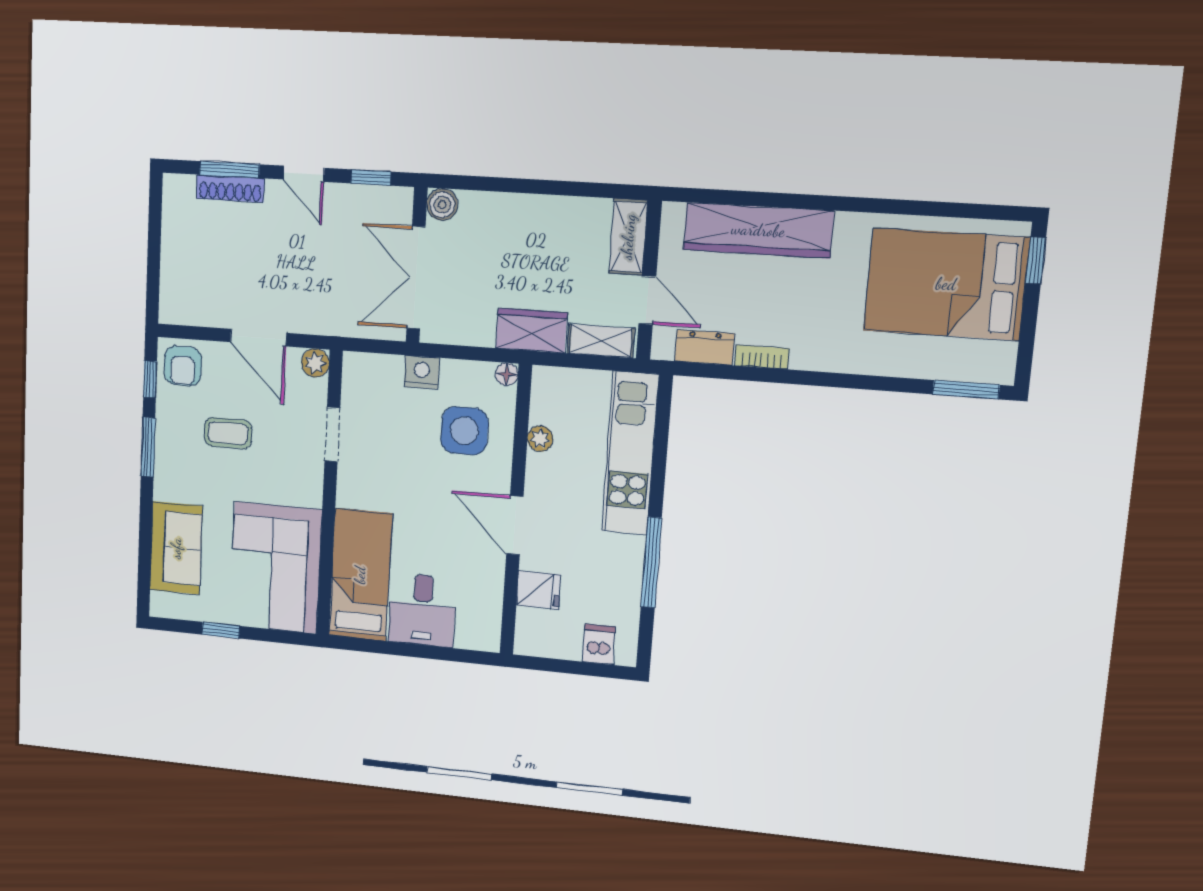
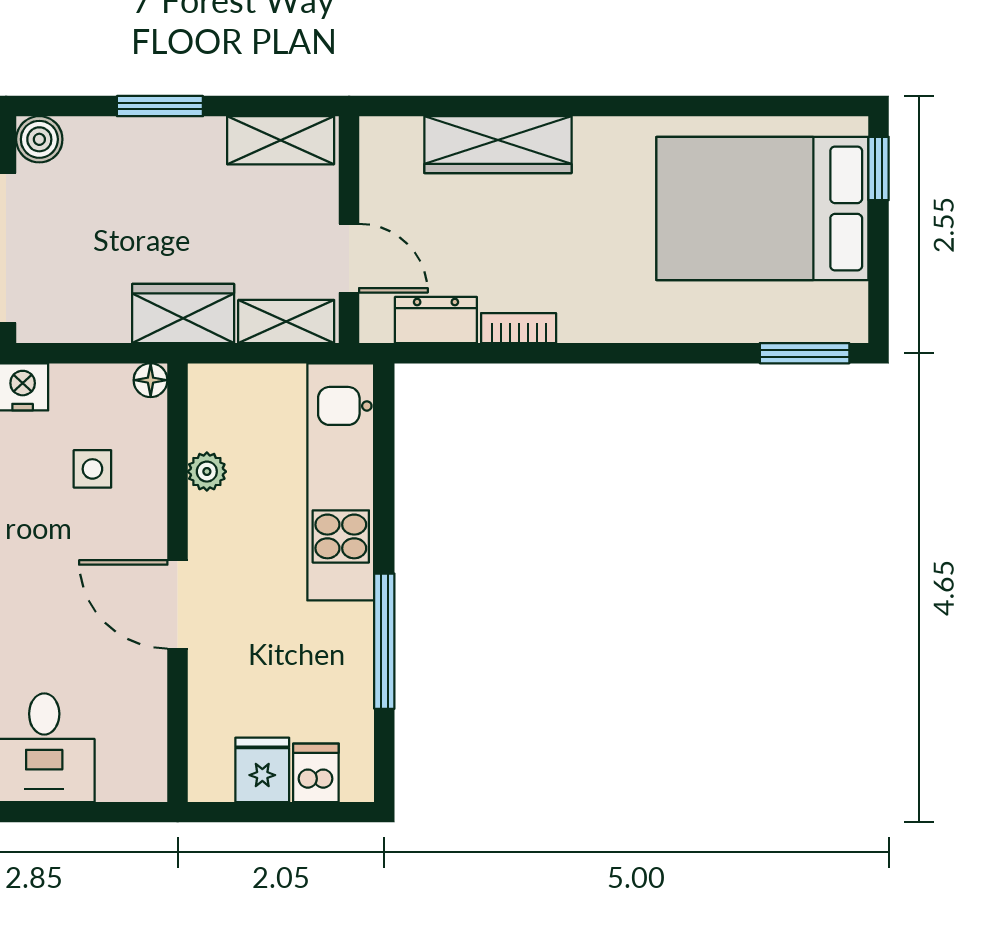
window: (525, 186) -> (160, 106), added
wardrobe: (758, 230) -> (498, 145), width x0.71, depth x0.85
shelving: (628, 237) -> (281, 140), moved, turned 90
side table: (464, 431) -> (92, 469), width x0.54, depth x0.54
fridge: (539, 590) -> (262, 770), moved, turned -90

